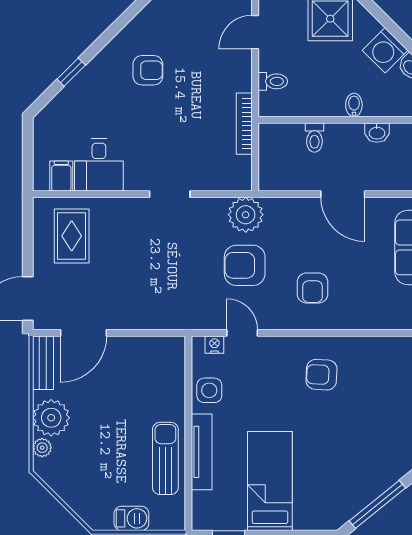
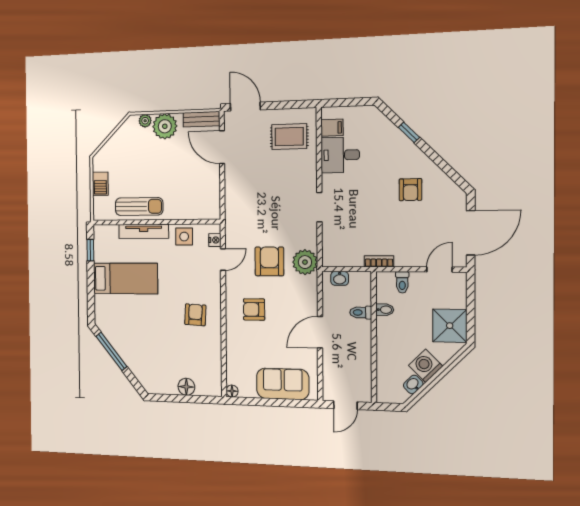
door: (255, 32) -> (439, 270), hinge flipped
bidet: (354, 105) -> (385, 310), moved
bookcase: (244, 124) -> (379, 261), width x0.64
washbasin: (377, 133) -> (340, 278), moved, turned -90

